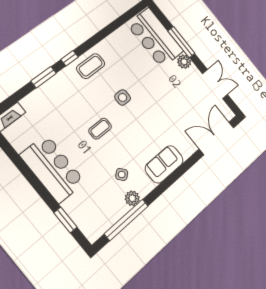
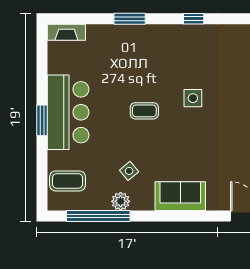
window: (69, 58) -> (194, 19), moved
coffee table: (91, 66) -> (68, 181), moved
window: (65, 220) -> (42, 120), moved

